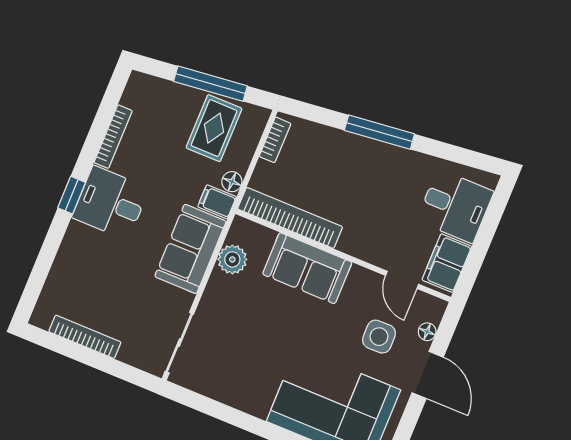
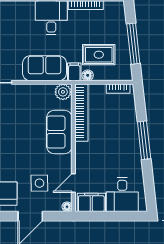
rug: (214, 128) -> (99, 55), moved
plant: (232, 259) -> (63, 92), moved
floor lamp: (427, 332) -> (67, 207), moved

